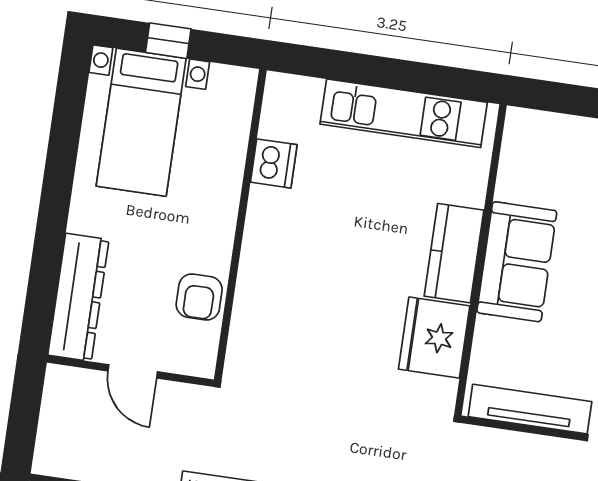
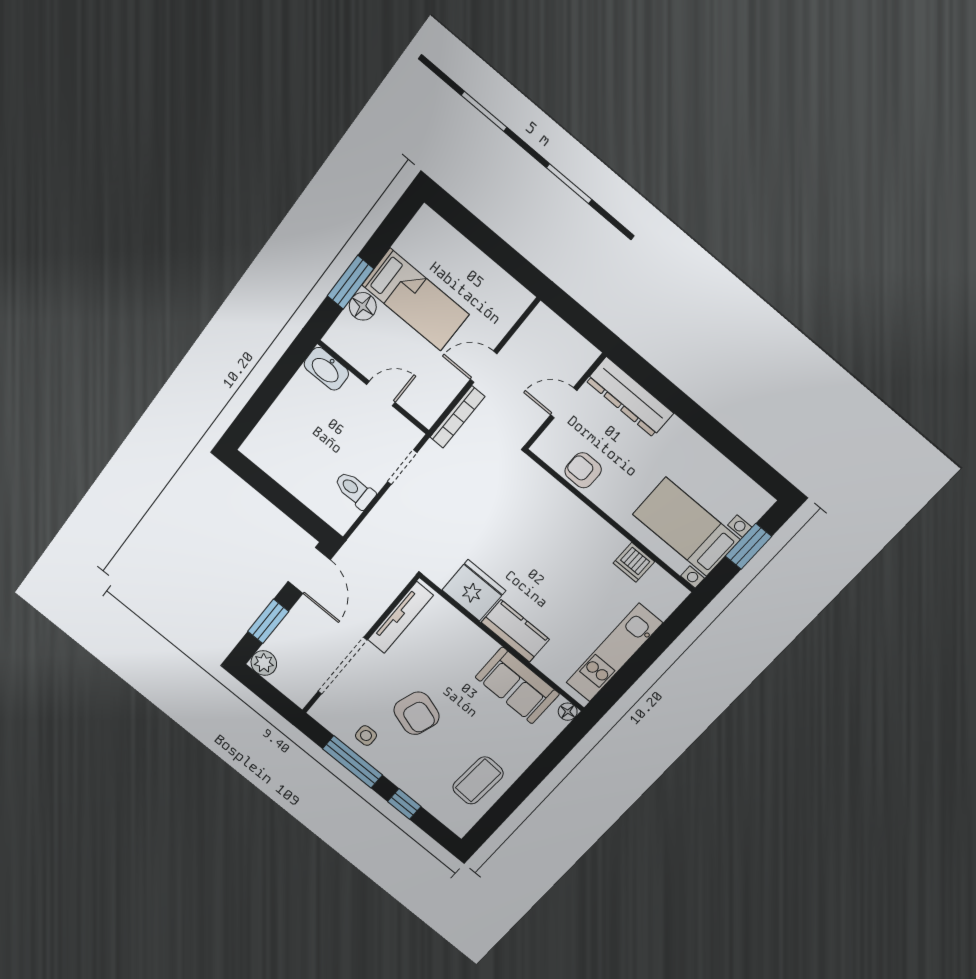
window: (168, 41) -> (748, 546), width x1.50
floor lamp: (519, 121) -> (568, 712), added
bed with nightstands: (141, 122) -> (686, 527), moved
sofa: (517, 262) -> (517, 685), moved

